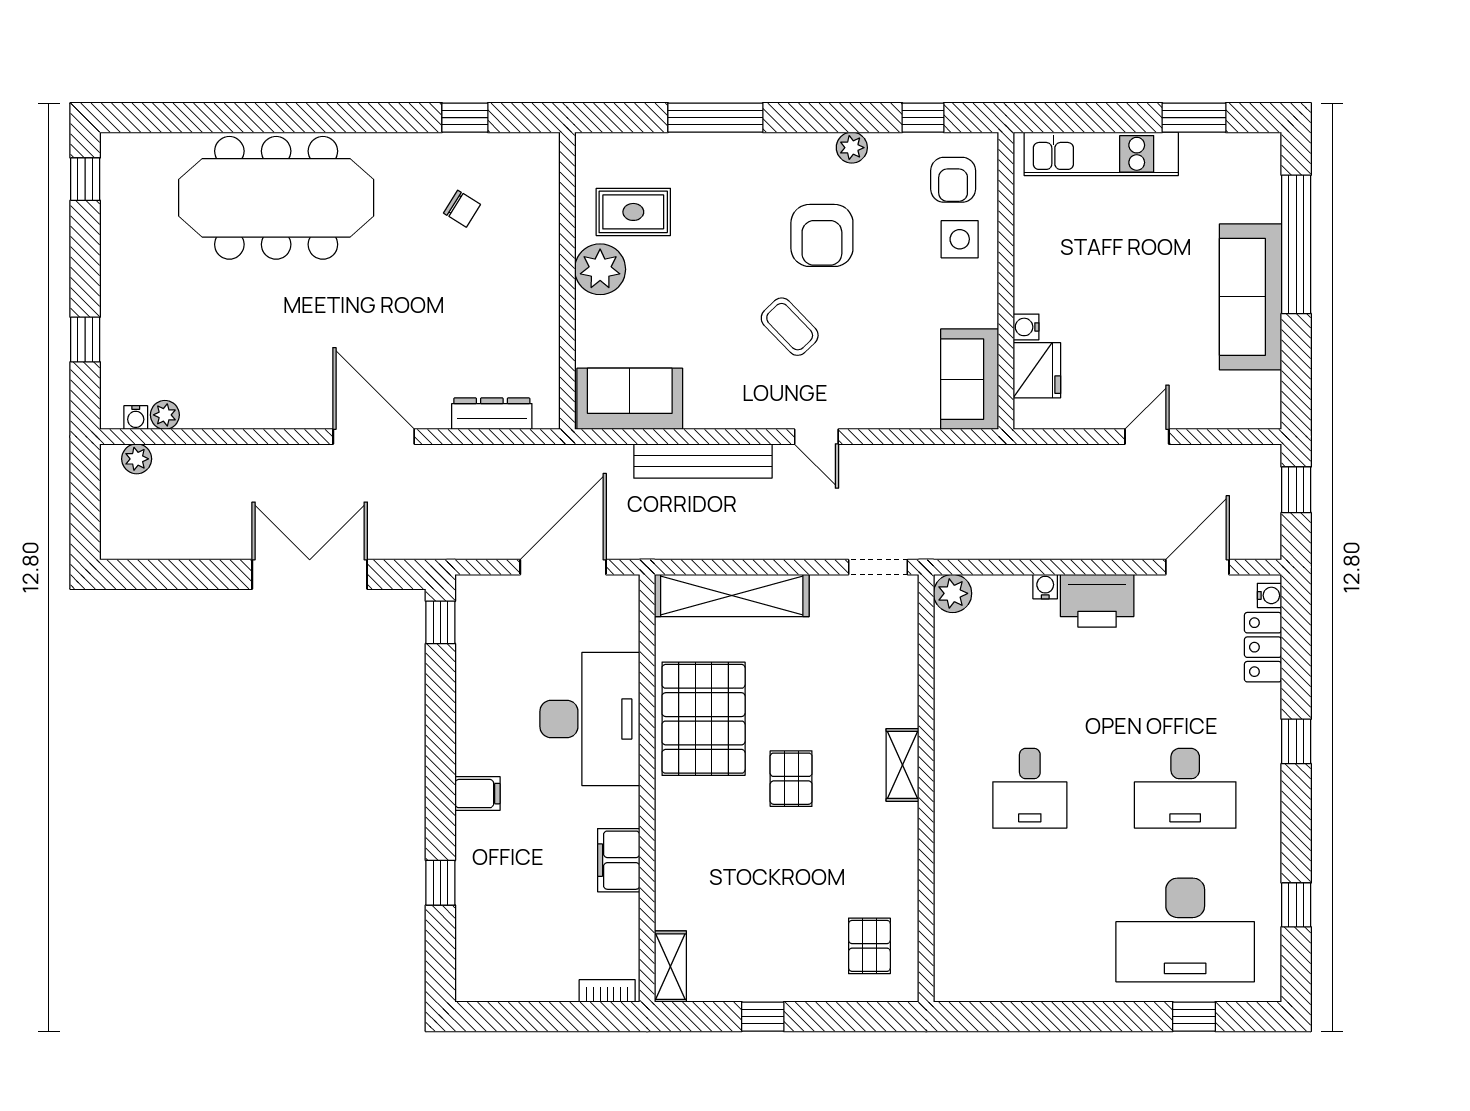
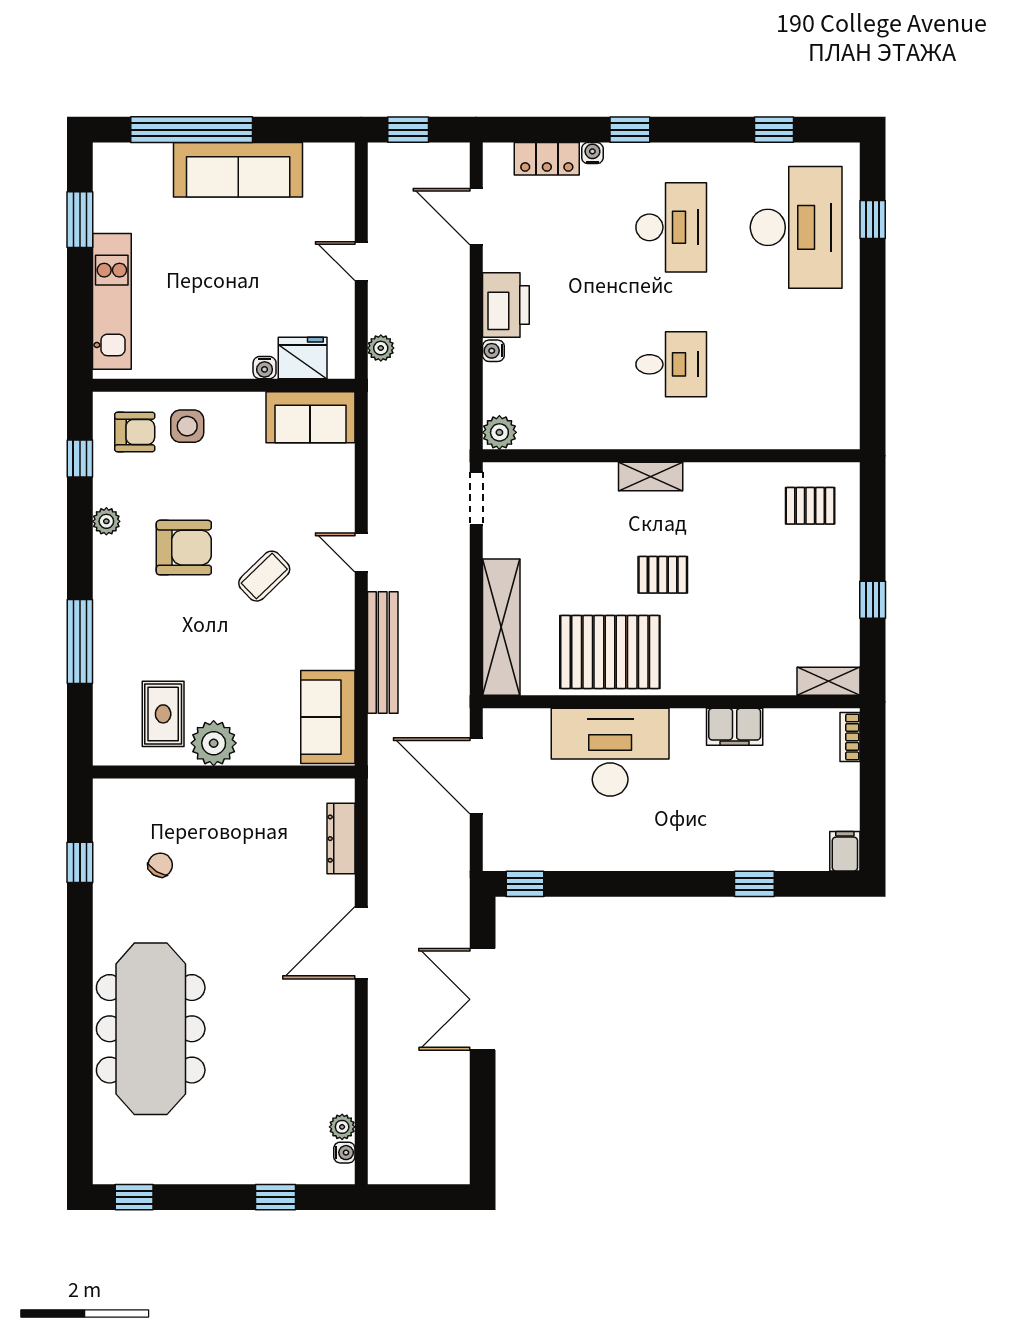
door: (816, 437) -> (361, 552), swing flipped
plant: (137, 459) -> (381, 348), moved
water cooler: (1269, 595) -> (592, 153), moved
filing cabinet: (477, 794) -> (845, 851), moved

